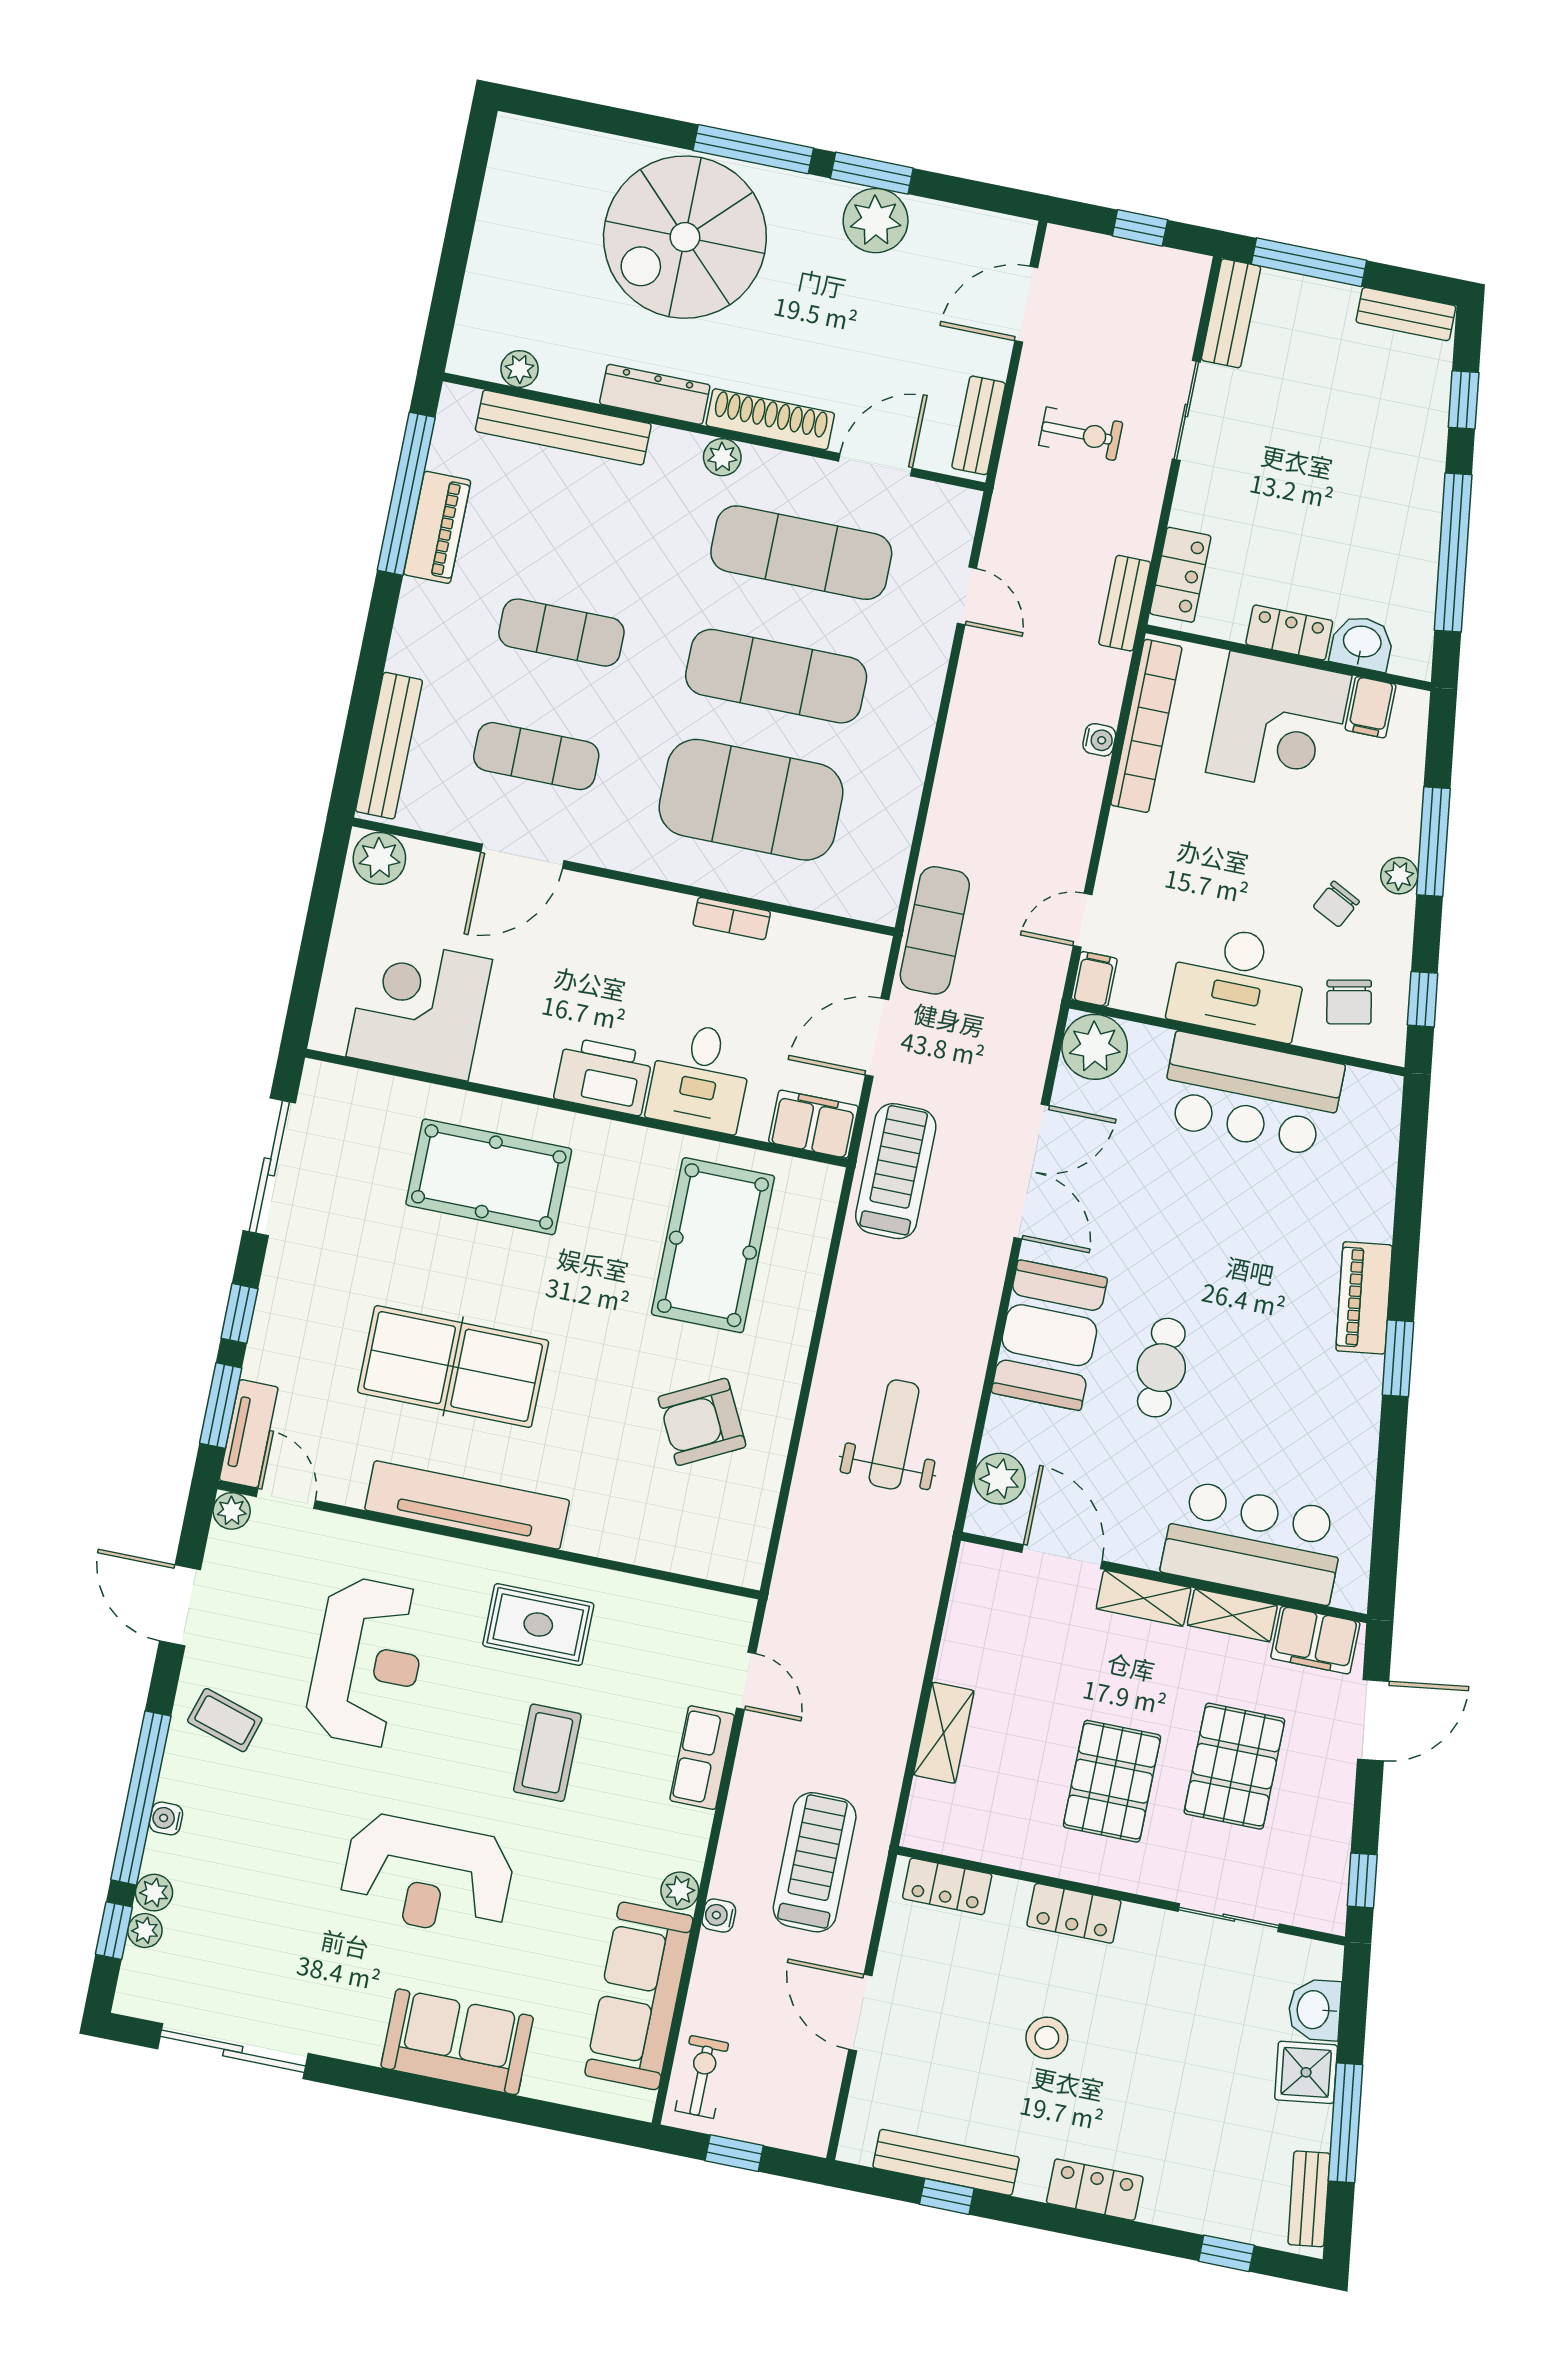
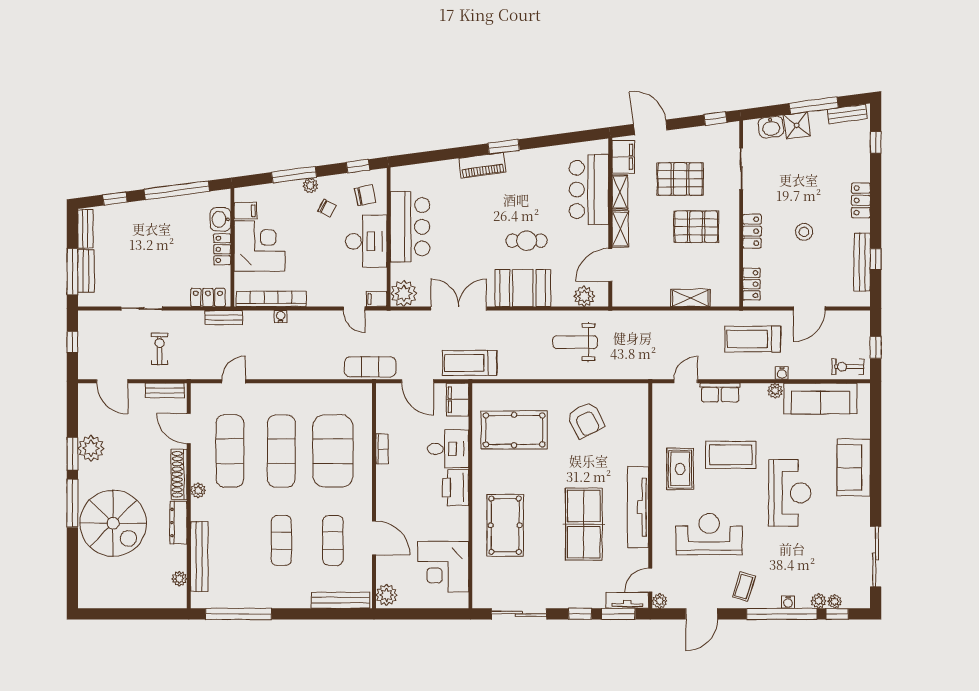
bench: (1231, 313) -> (86, 271), moved, turned 90
piano: (437, 527) -> (249, 599), removed
coffee table: (547, 1753) -> (731, 455), width x1.36, depth x1.32

